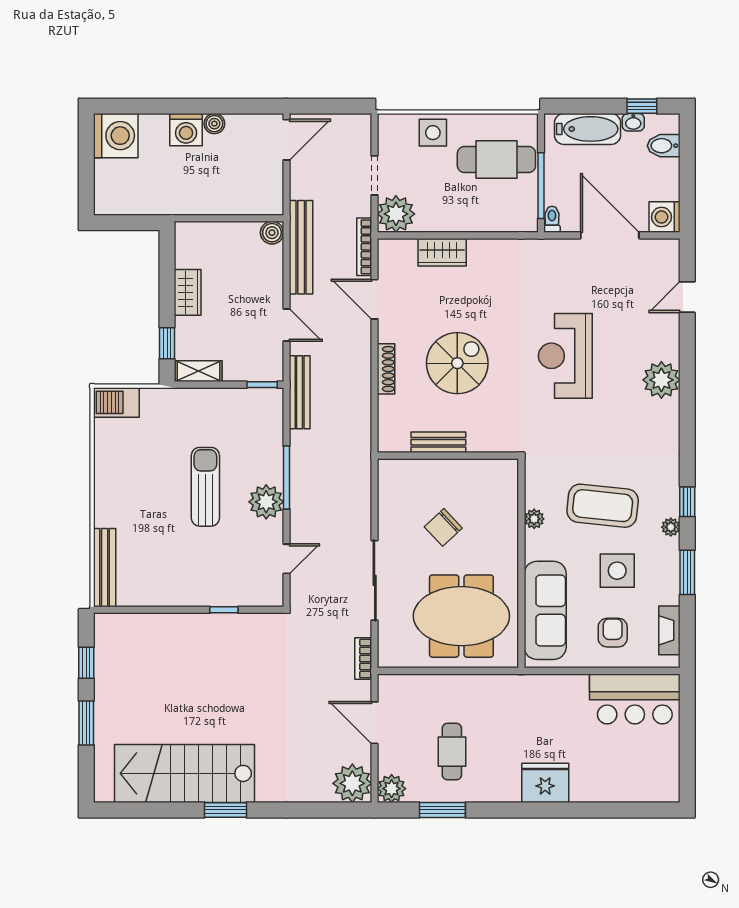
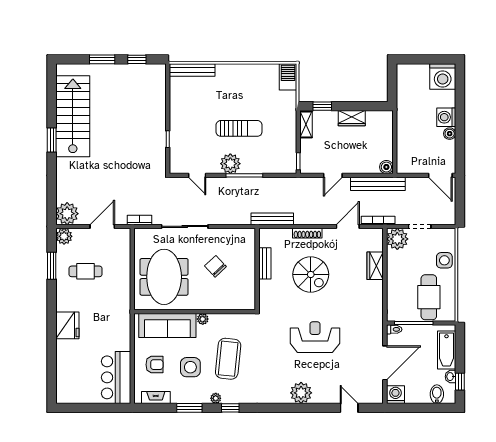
bench: (300, 392) -> (272, 219), moved
plant: (534, 519) -> (203, 319), moved

